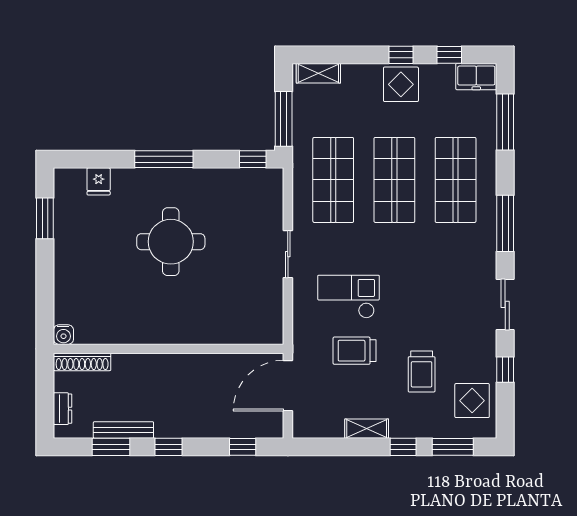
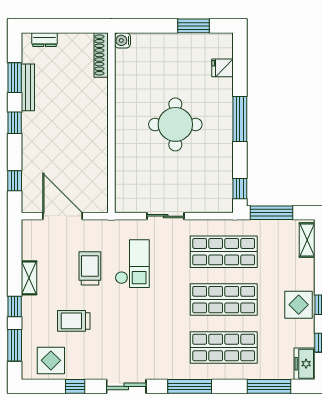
water cooler: (63, 335) -> (123, 40), moved
wall: (169, 349) -> (111, 123), moved
shoe rack: (82, 362) -> (101, 55), moved

